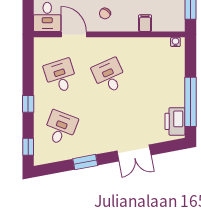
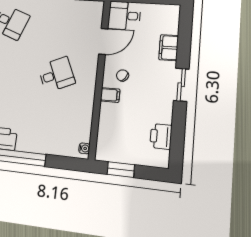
filing cabinet: (145, 23) -> (110, 95), moved
desk: (61, 76) -> (62, 25), removed

